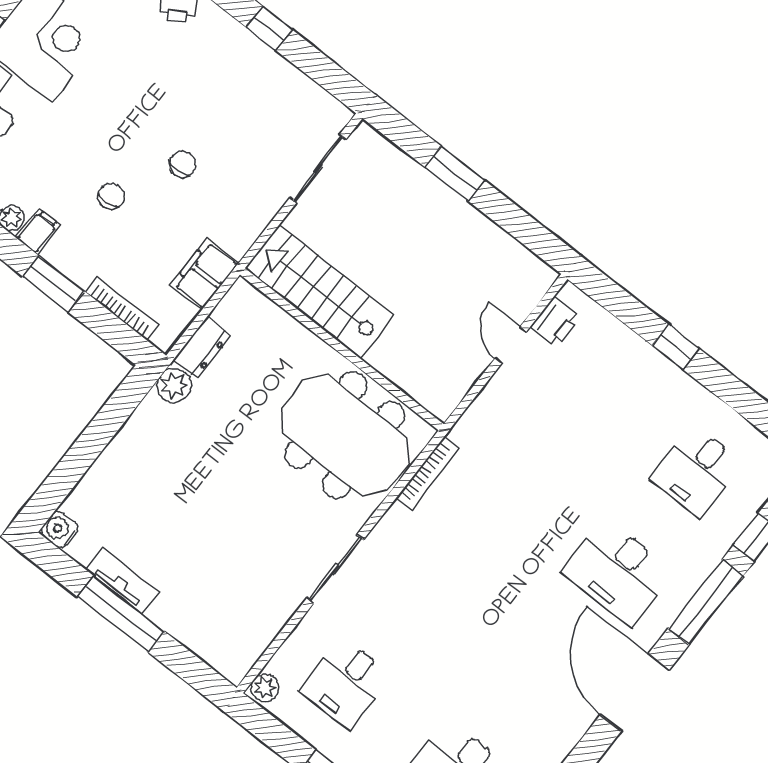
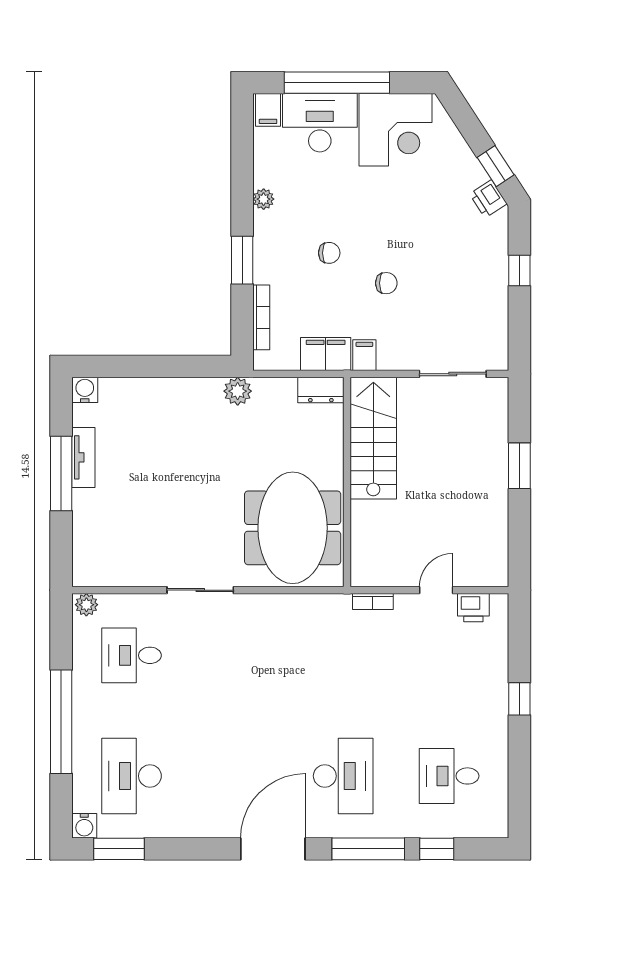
filing cabinet: (38, 231) -> (364, 355), moved, turned -90
dresser: (202, 348) -> (321, 390), moved
bookcase: (427, 473) -> (373, 601), moved, width x0.64
desk: (618, 572) -> (343, 776), turned 180

